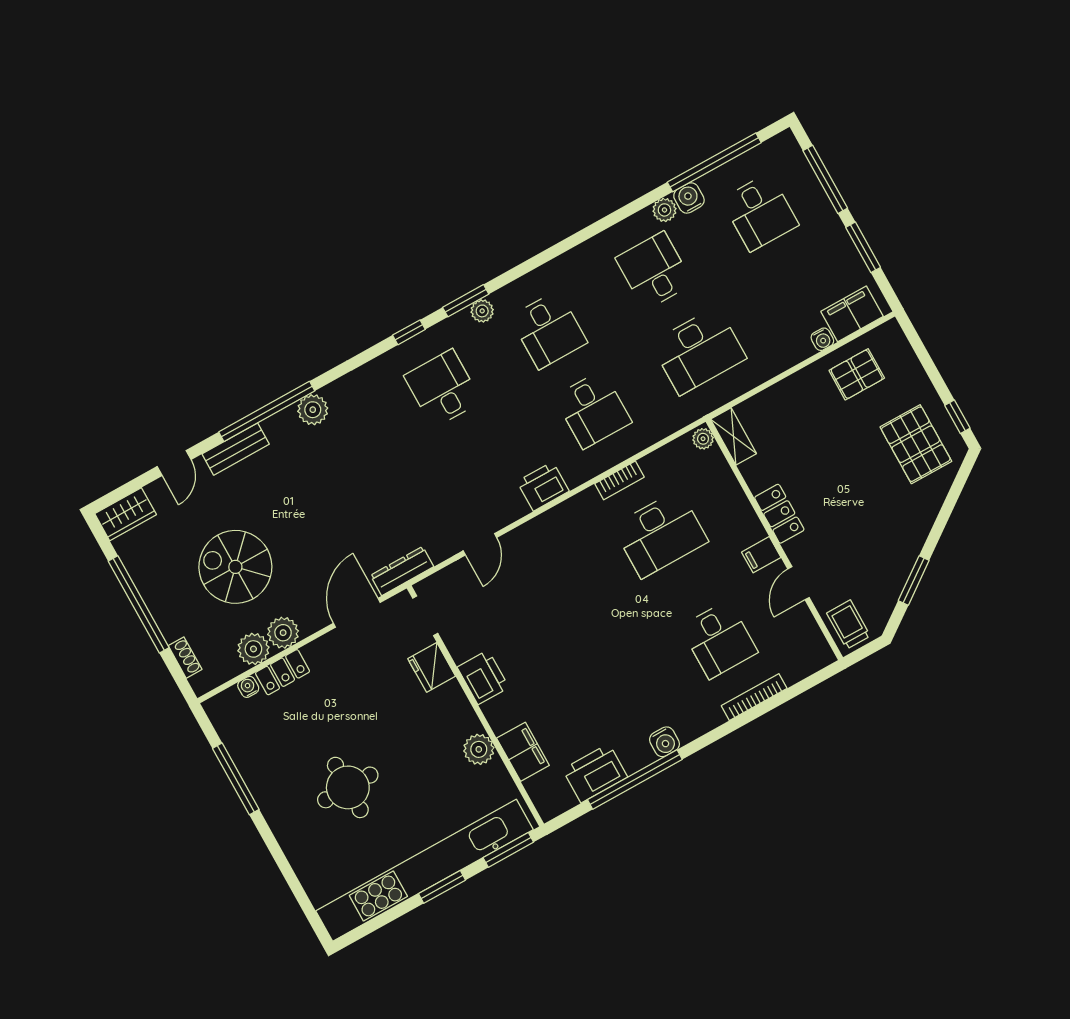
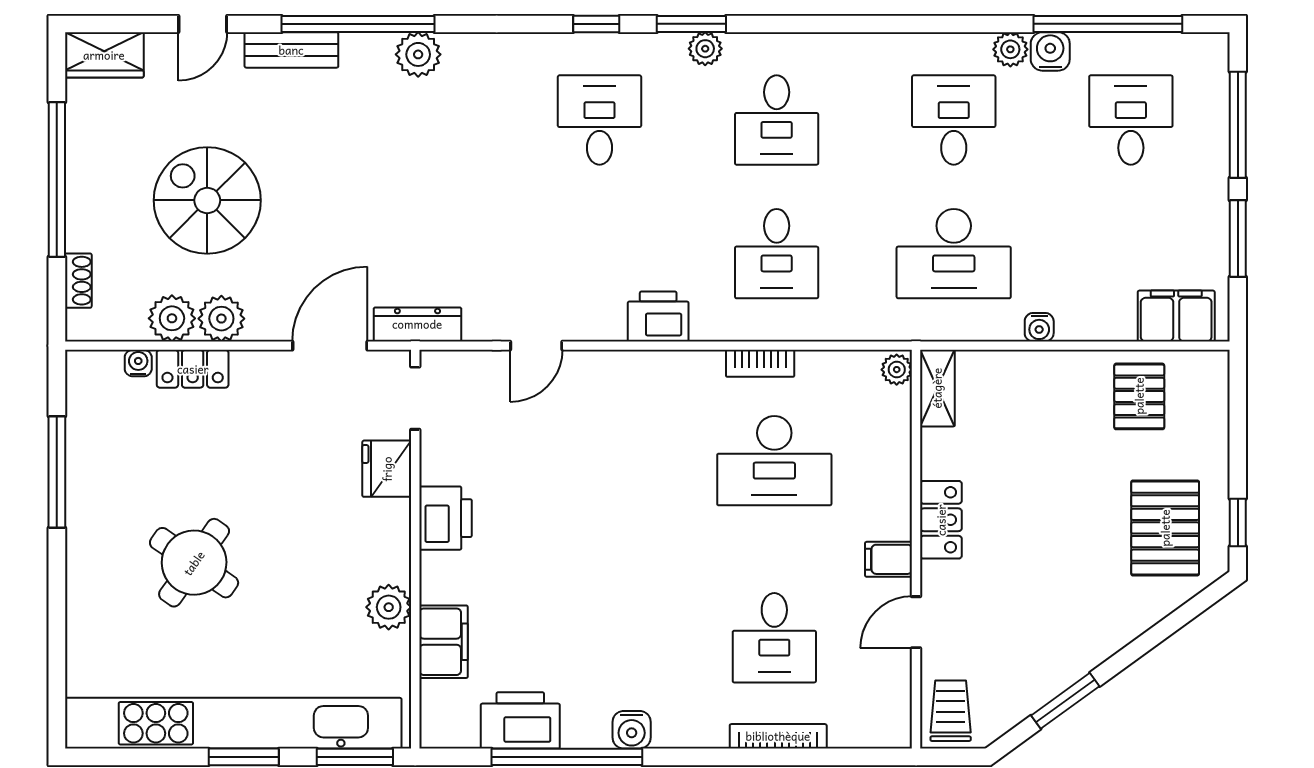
desk: (760, 212) -> (1131, 120), turned 180
water cooler: (822, 339) -> (1039, 327), moved
pallet: (857, 374) -> (1139, 396), turned 90
round table: (348, 787) -> (194, 563), turned 35

